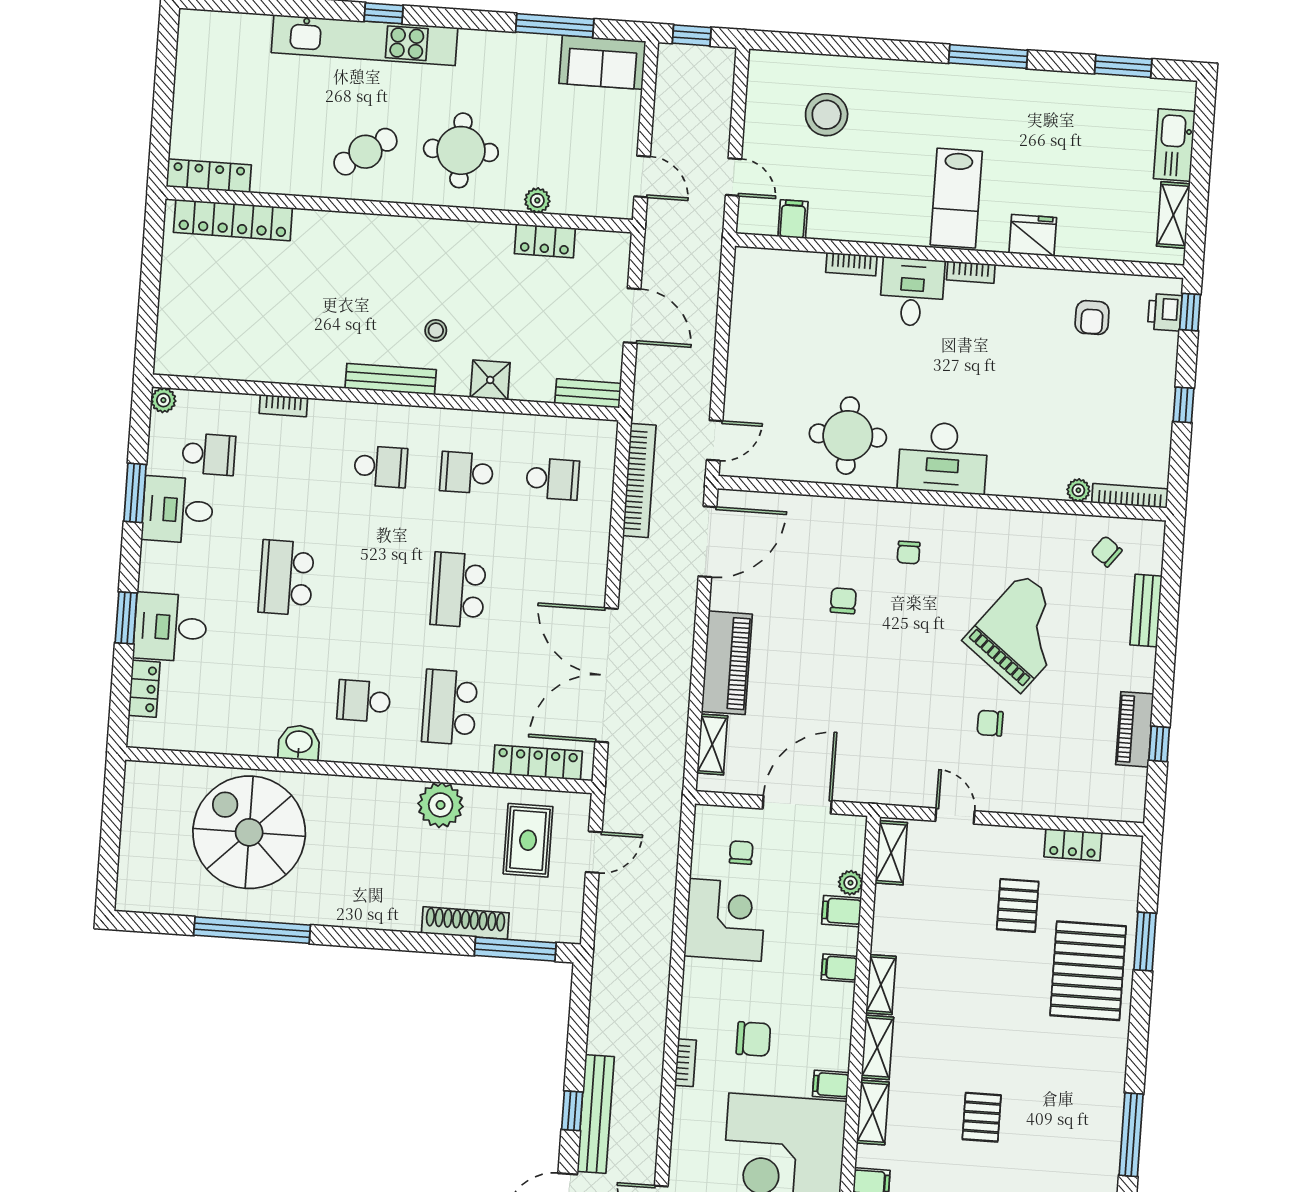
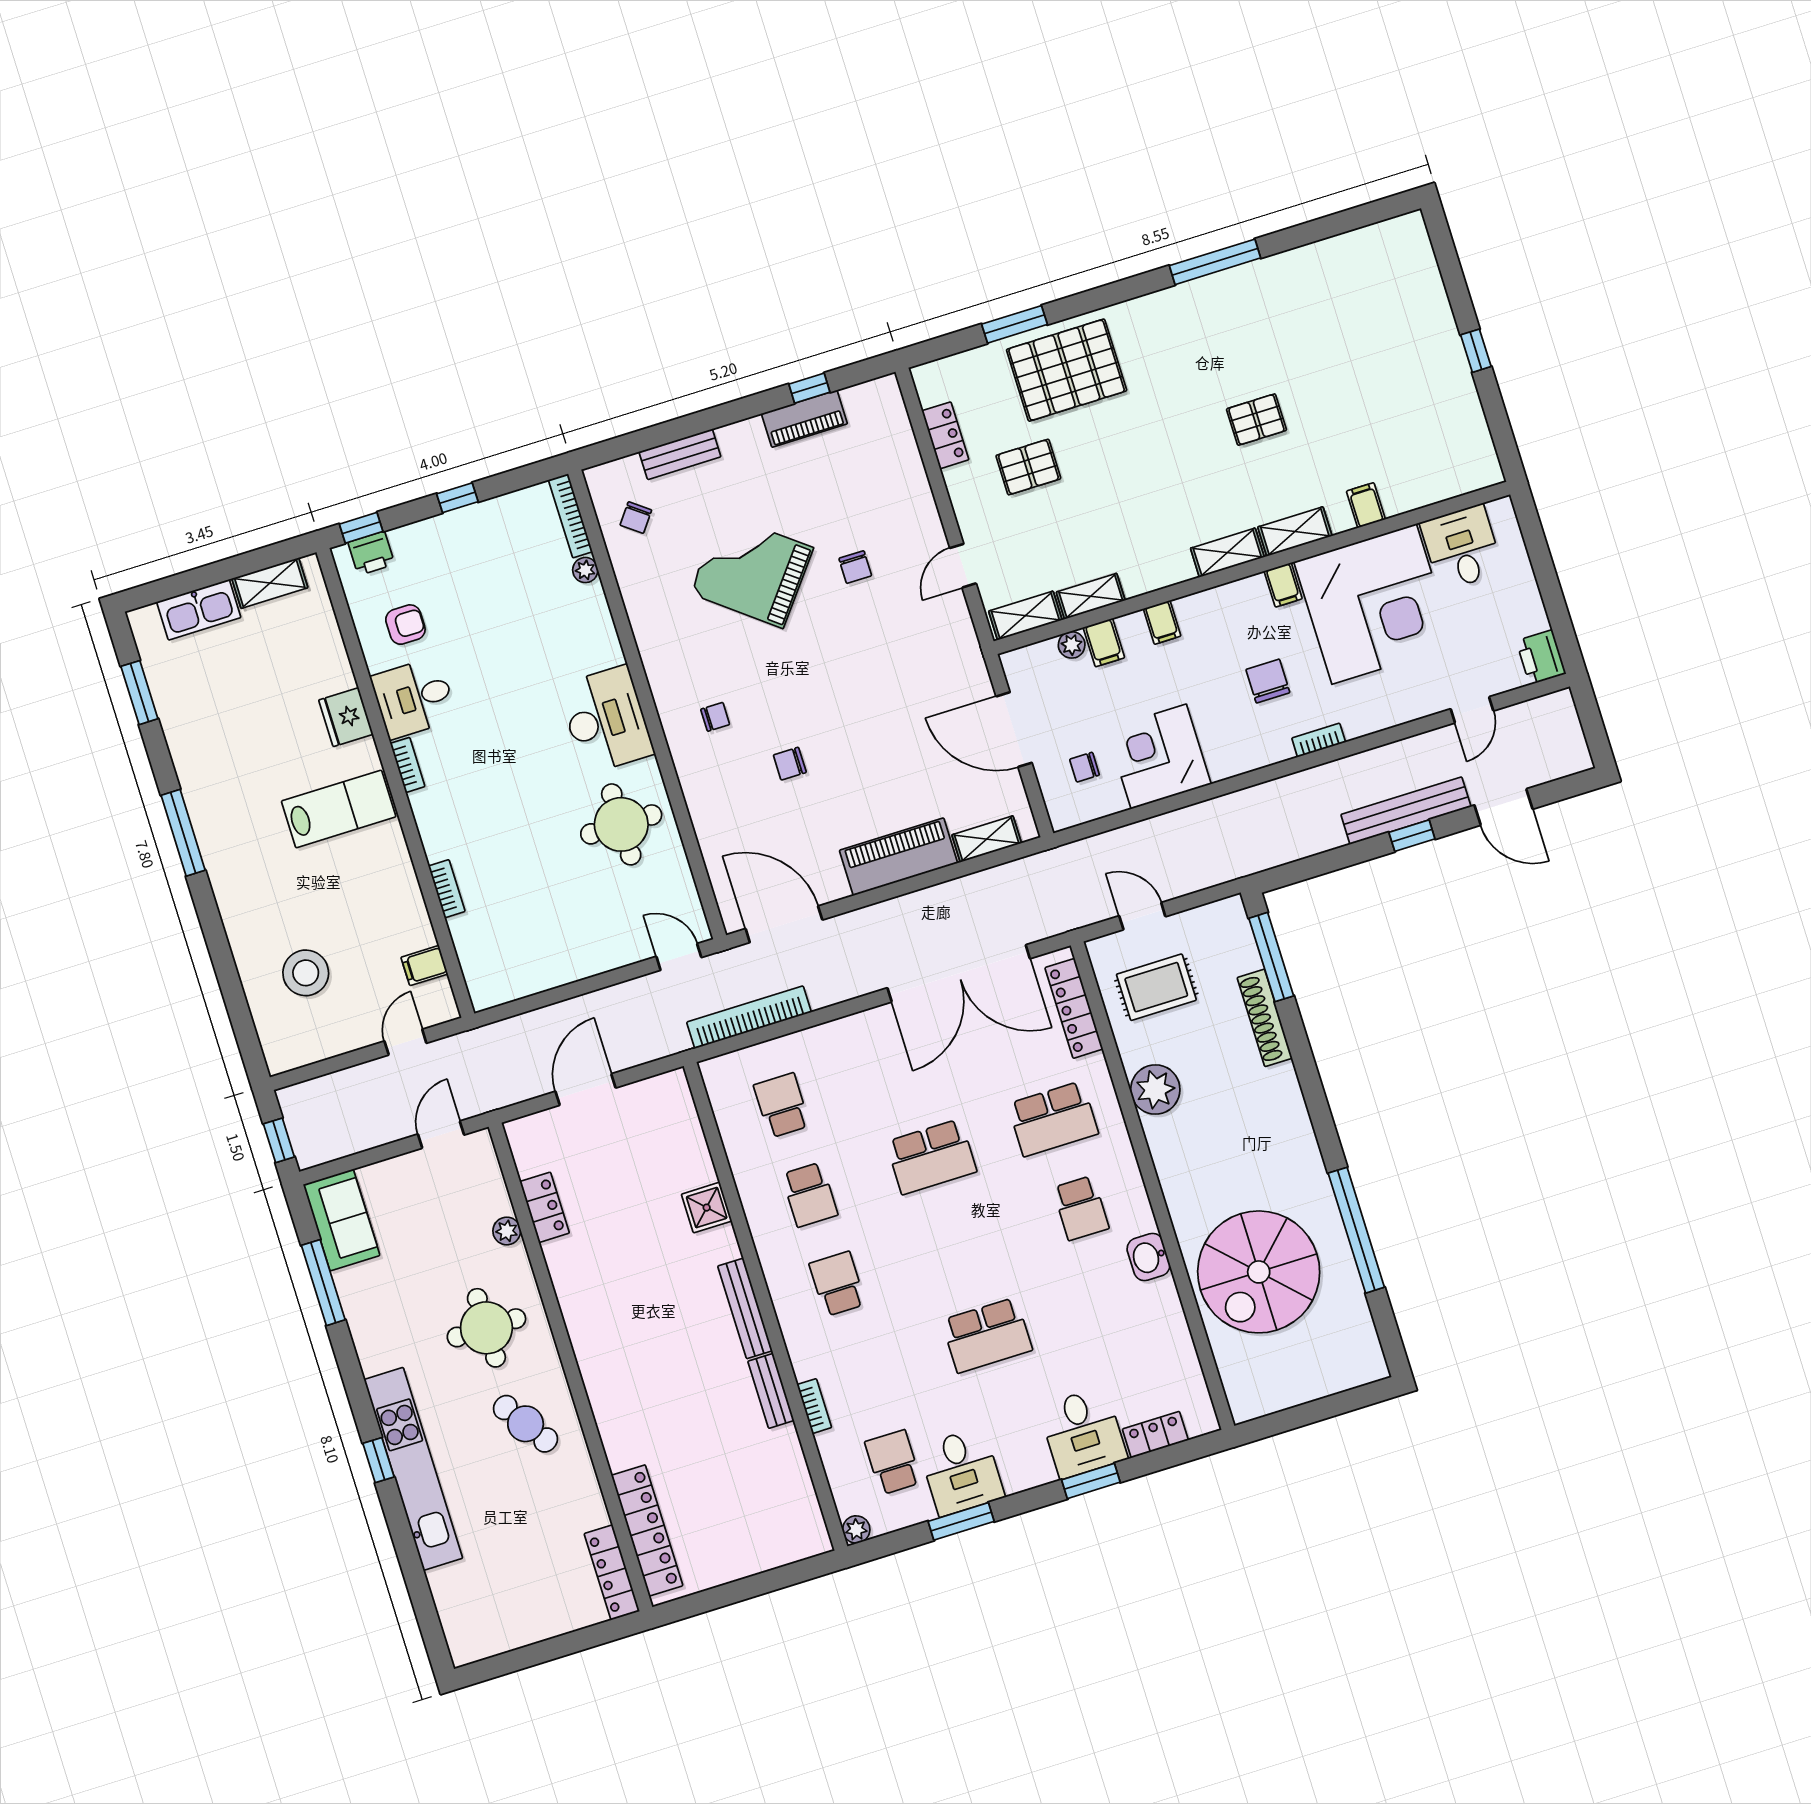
desk: (912, 292) -> (414, 698), moved
stool: (436, 330) -> (678, 1282), removed
bench: (588, 393) -> (771, 1391), moved
shelving: (881, 985) -> (1091, 596), moved

